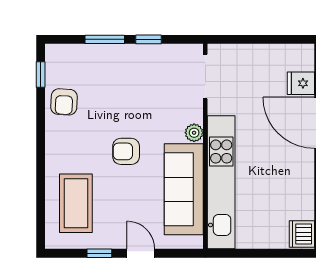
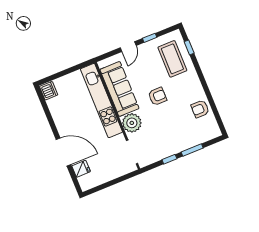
window: (41, 74) -> (189, 47), moved
armchair: (64, 102) -> (200, 109), turned -93
plant: (194, 133) -> (132, 123), width x1.87, depth x1.87
door: (141, 253) -> (128, 47), hinge flipped

